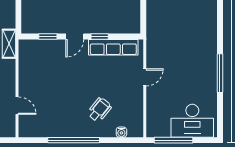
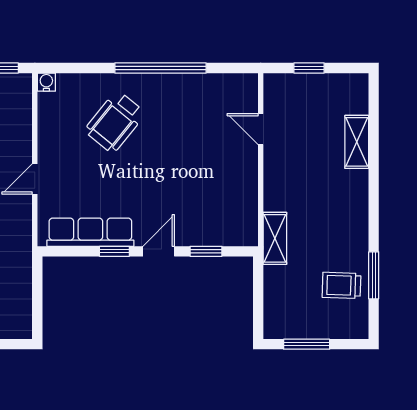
wheelchair: (99, 110) -> (115, 122), width x1.36, depth x1.37
water cooler: (121, 132) -> (46, 82), moved

